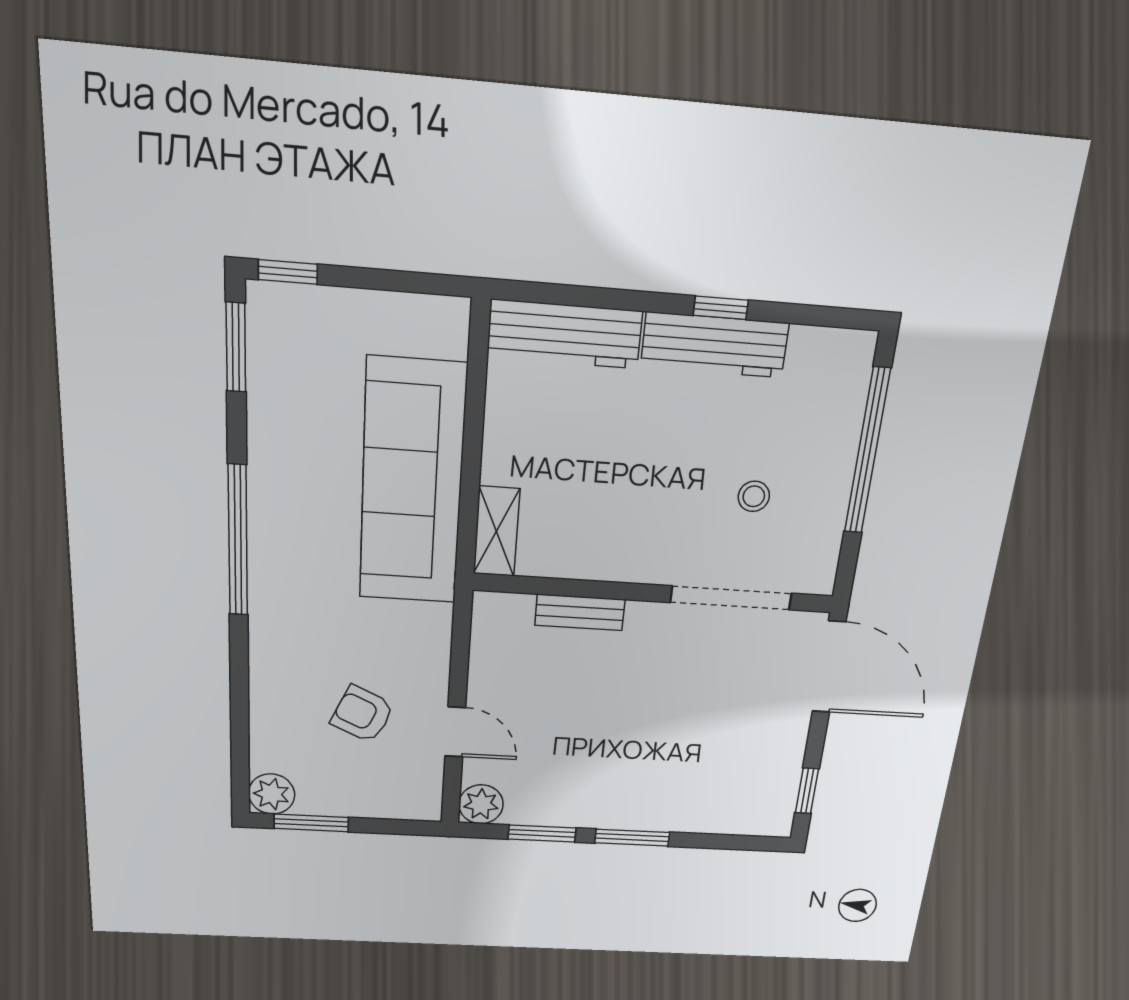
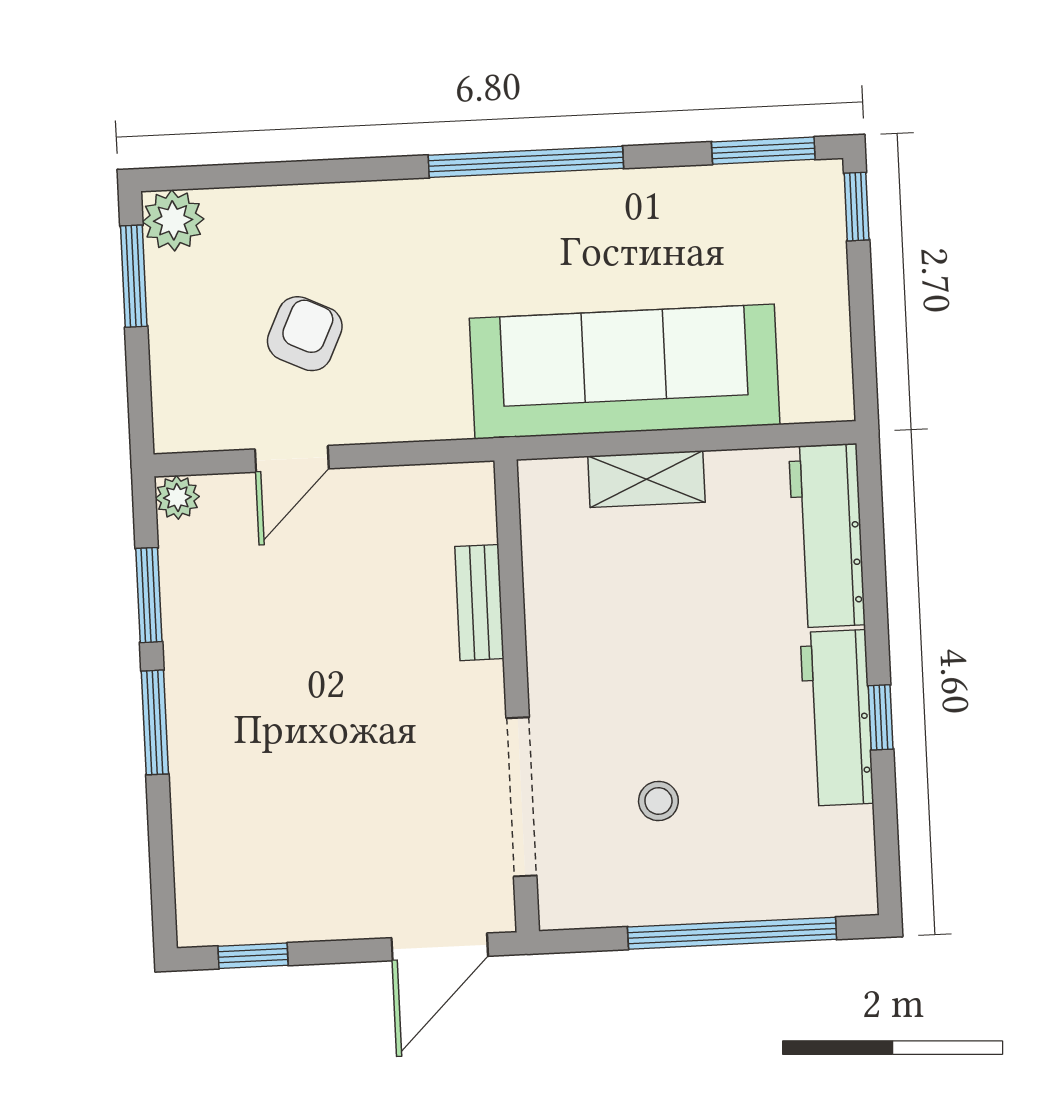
shelving: (497, 531) -> (646, 479), moved
door: (829, 667) -> (440, 947), width x0.73
plant: (481, 804) -> (177, 497), width x0.73, depth x0.73

